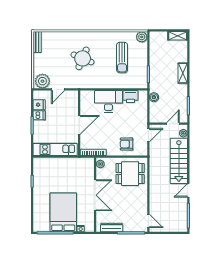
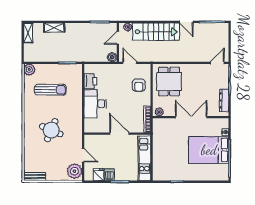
shelving: (183, 73) -> (54, 28), moved
boiler: (154, 97) -> (112, 57), moved
door: (173, 124) -> (118, 38), hinge flipped

